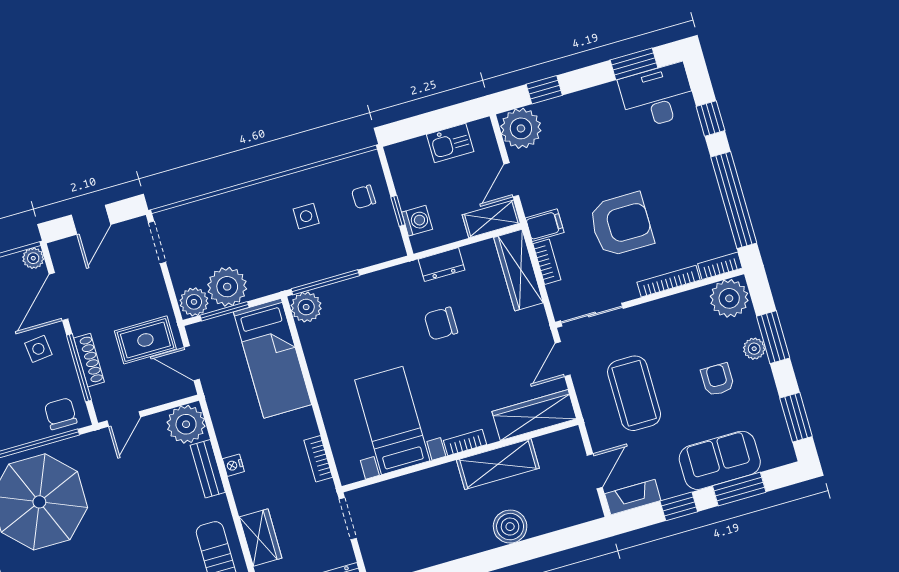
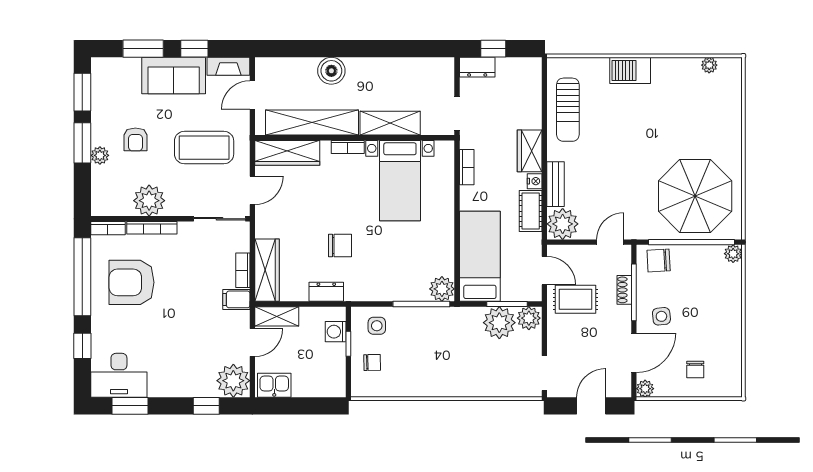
kitchen sink: (450, 143) -> (274, 385), moved
side table: (306, 216) -> (377, 326), moved
armchair: (621, 225) -> (132, 282), moved
plant: (729, 298) -> (149, 201), moved
window: (773, 337) -> (82, 143), moved
shoe rack: (89, 360) -> (624, 290), width x0.70
coffee table: (634, 393) -> (204, 148), turned 90
chair: (61, 414) -> (659, 260), turned 87
cot: (228, 429) -> (531, 211), added
sofa: (720, 460) -> (174, 76), moved
shelving: (498, 464) -> (312, 123), width x1.47
shelving: (423, 485) -> (390, 123), added
wardrobe: (261, 538) -> (530, 151), moved

